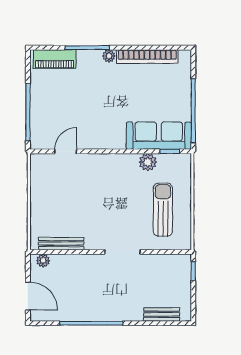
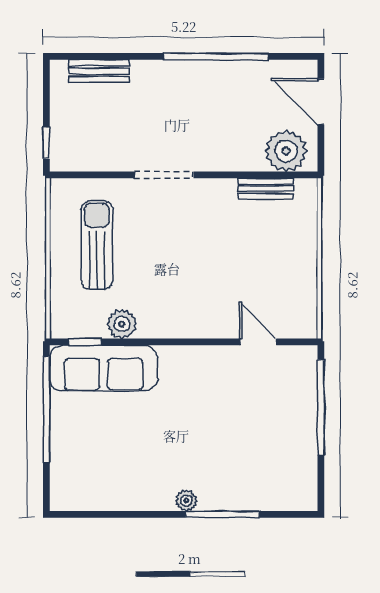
bookcase: (147, 57) -> (123, 500), removed
piano: (55, 59) -> (277, 495), removed
door: (66, 151) -> (258, 342), swing flipped
sun lounger: (163, 210) -> (97, 245), turned 180
bench: (61, 244) -> (266, 189), width x0.73
plant: (43, 261) -> (286, 151), width x1.88, depth x1.88

